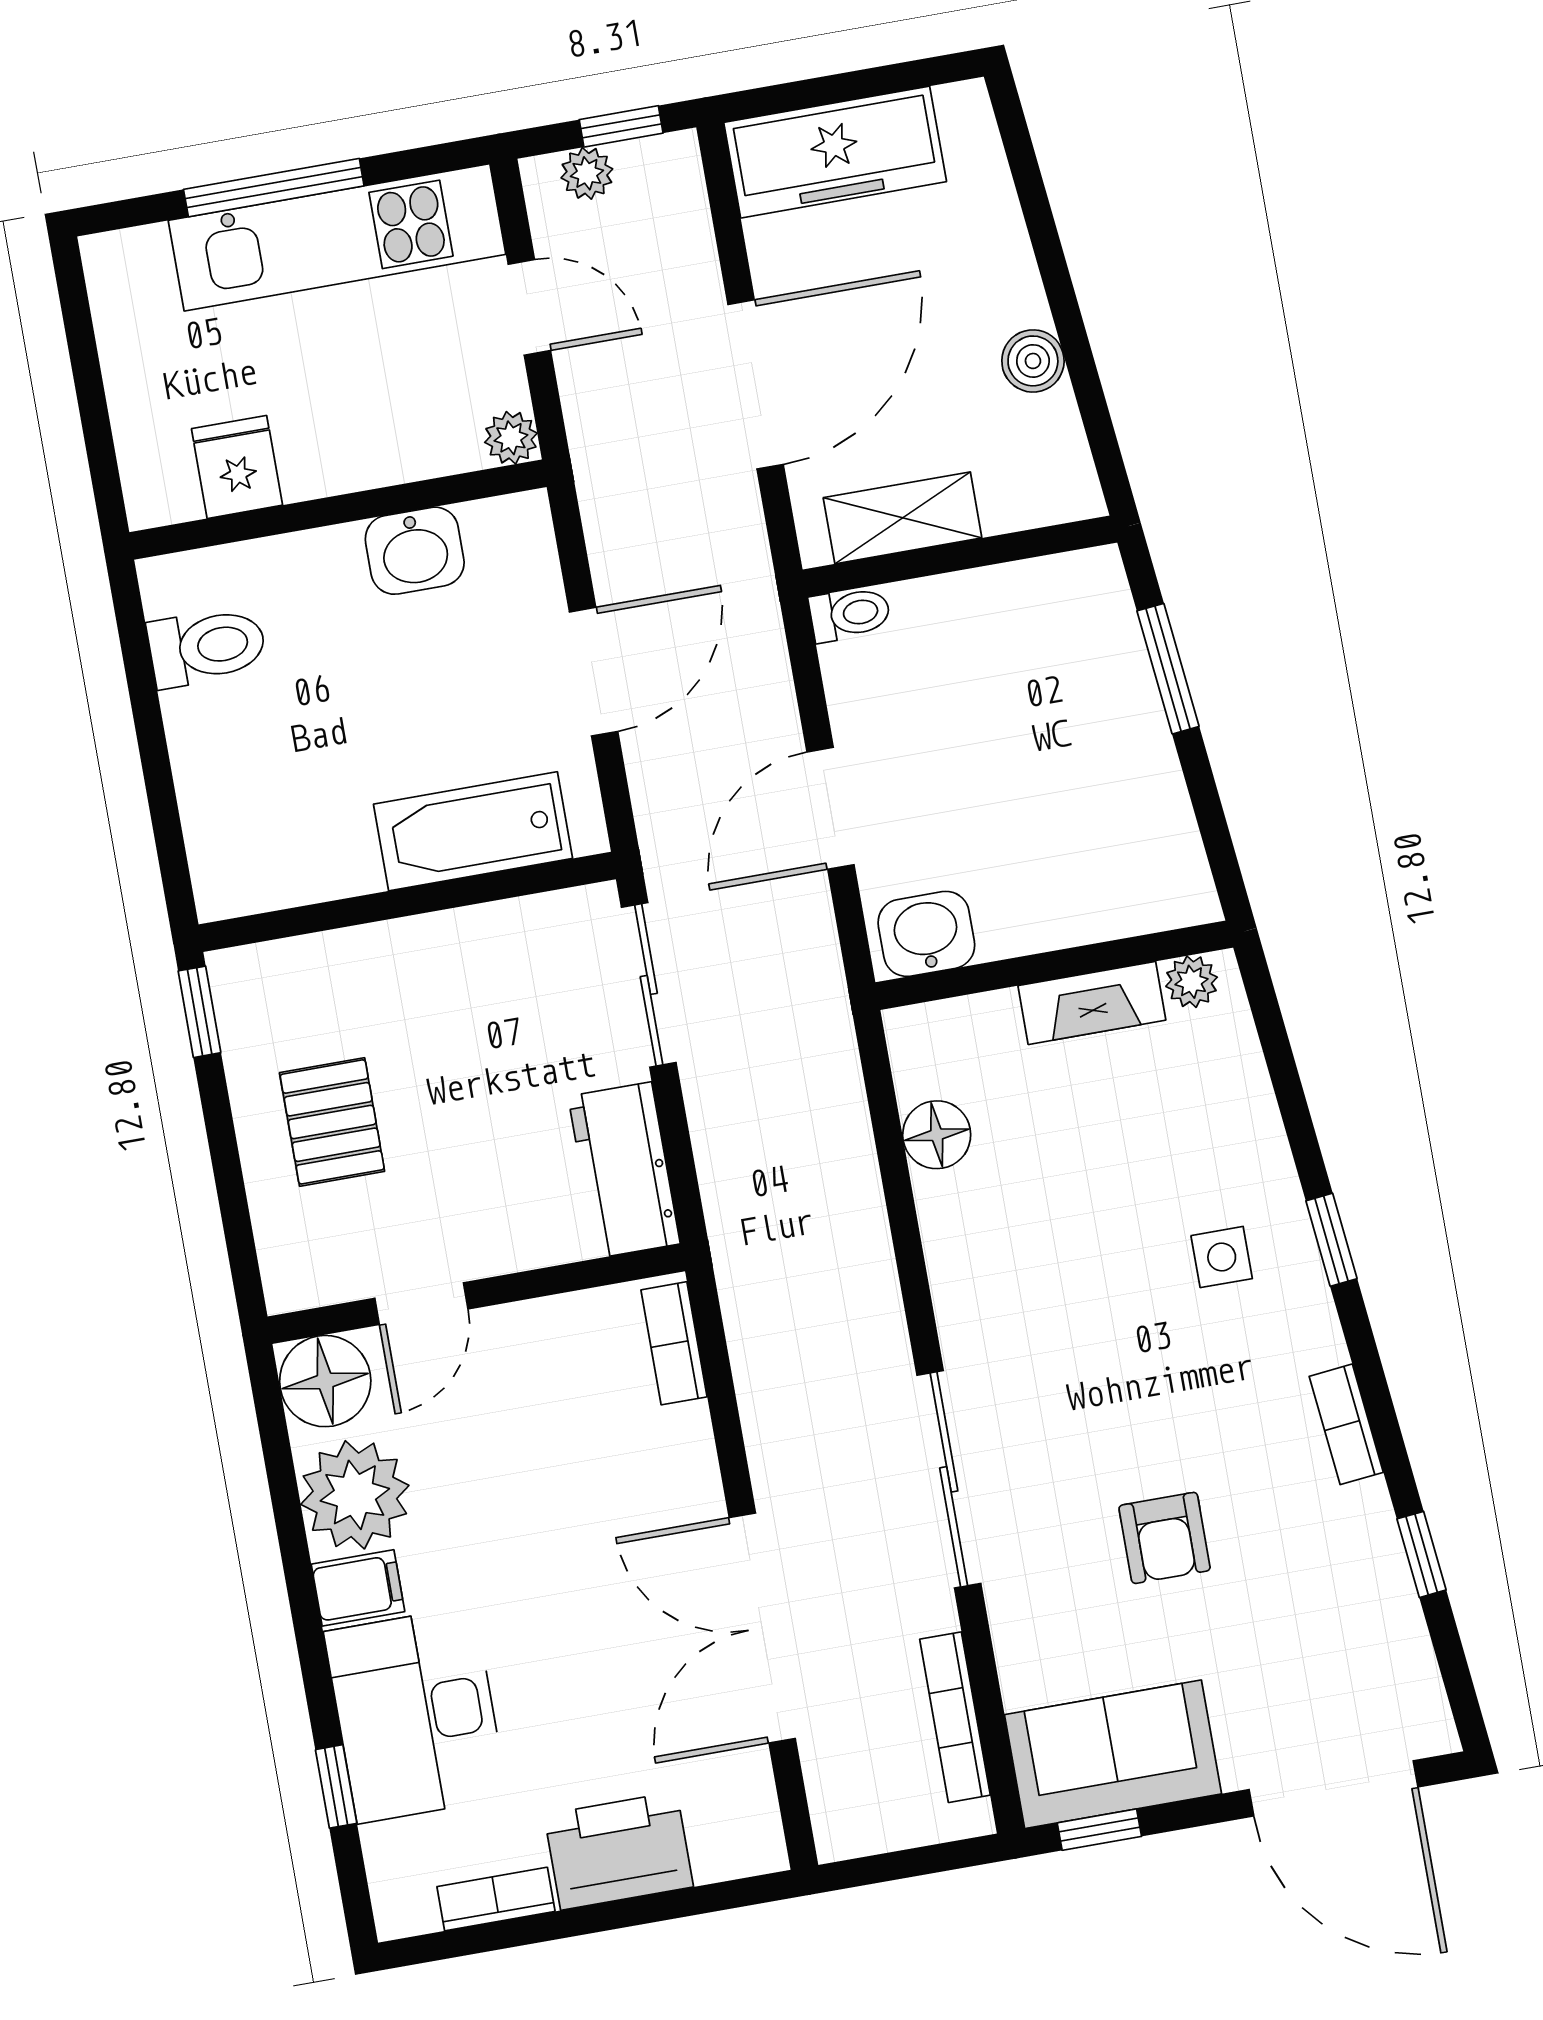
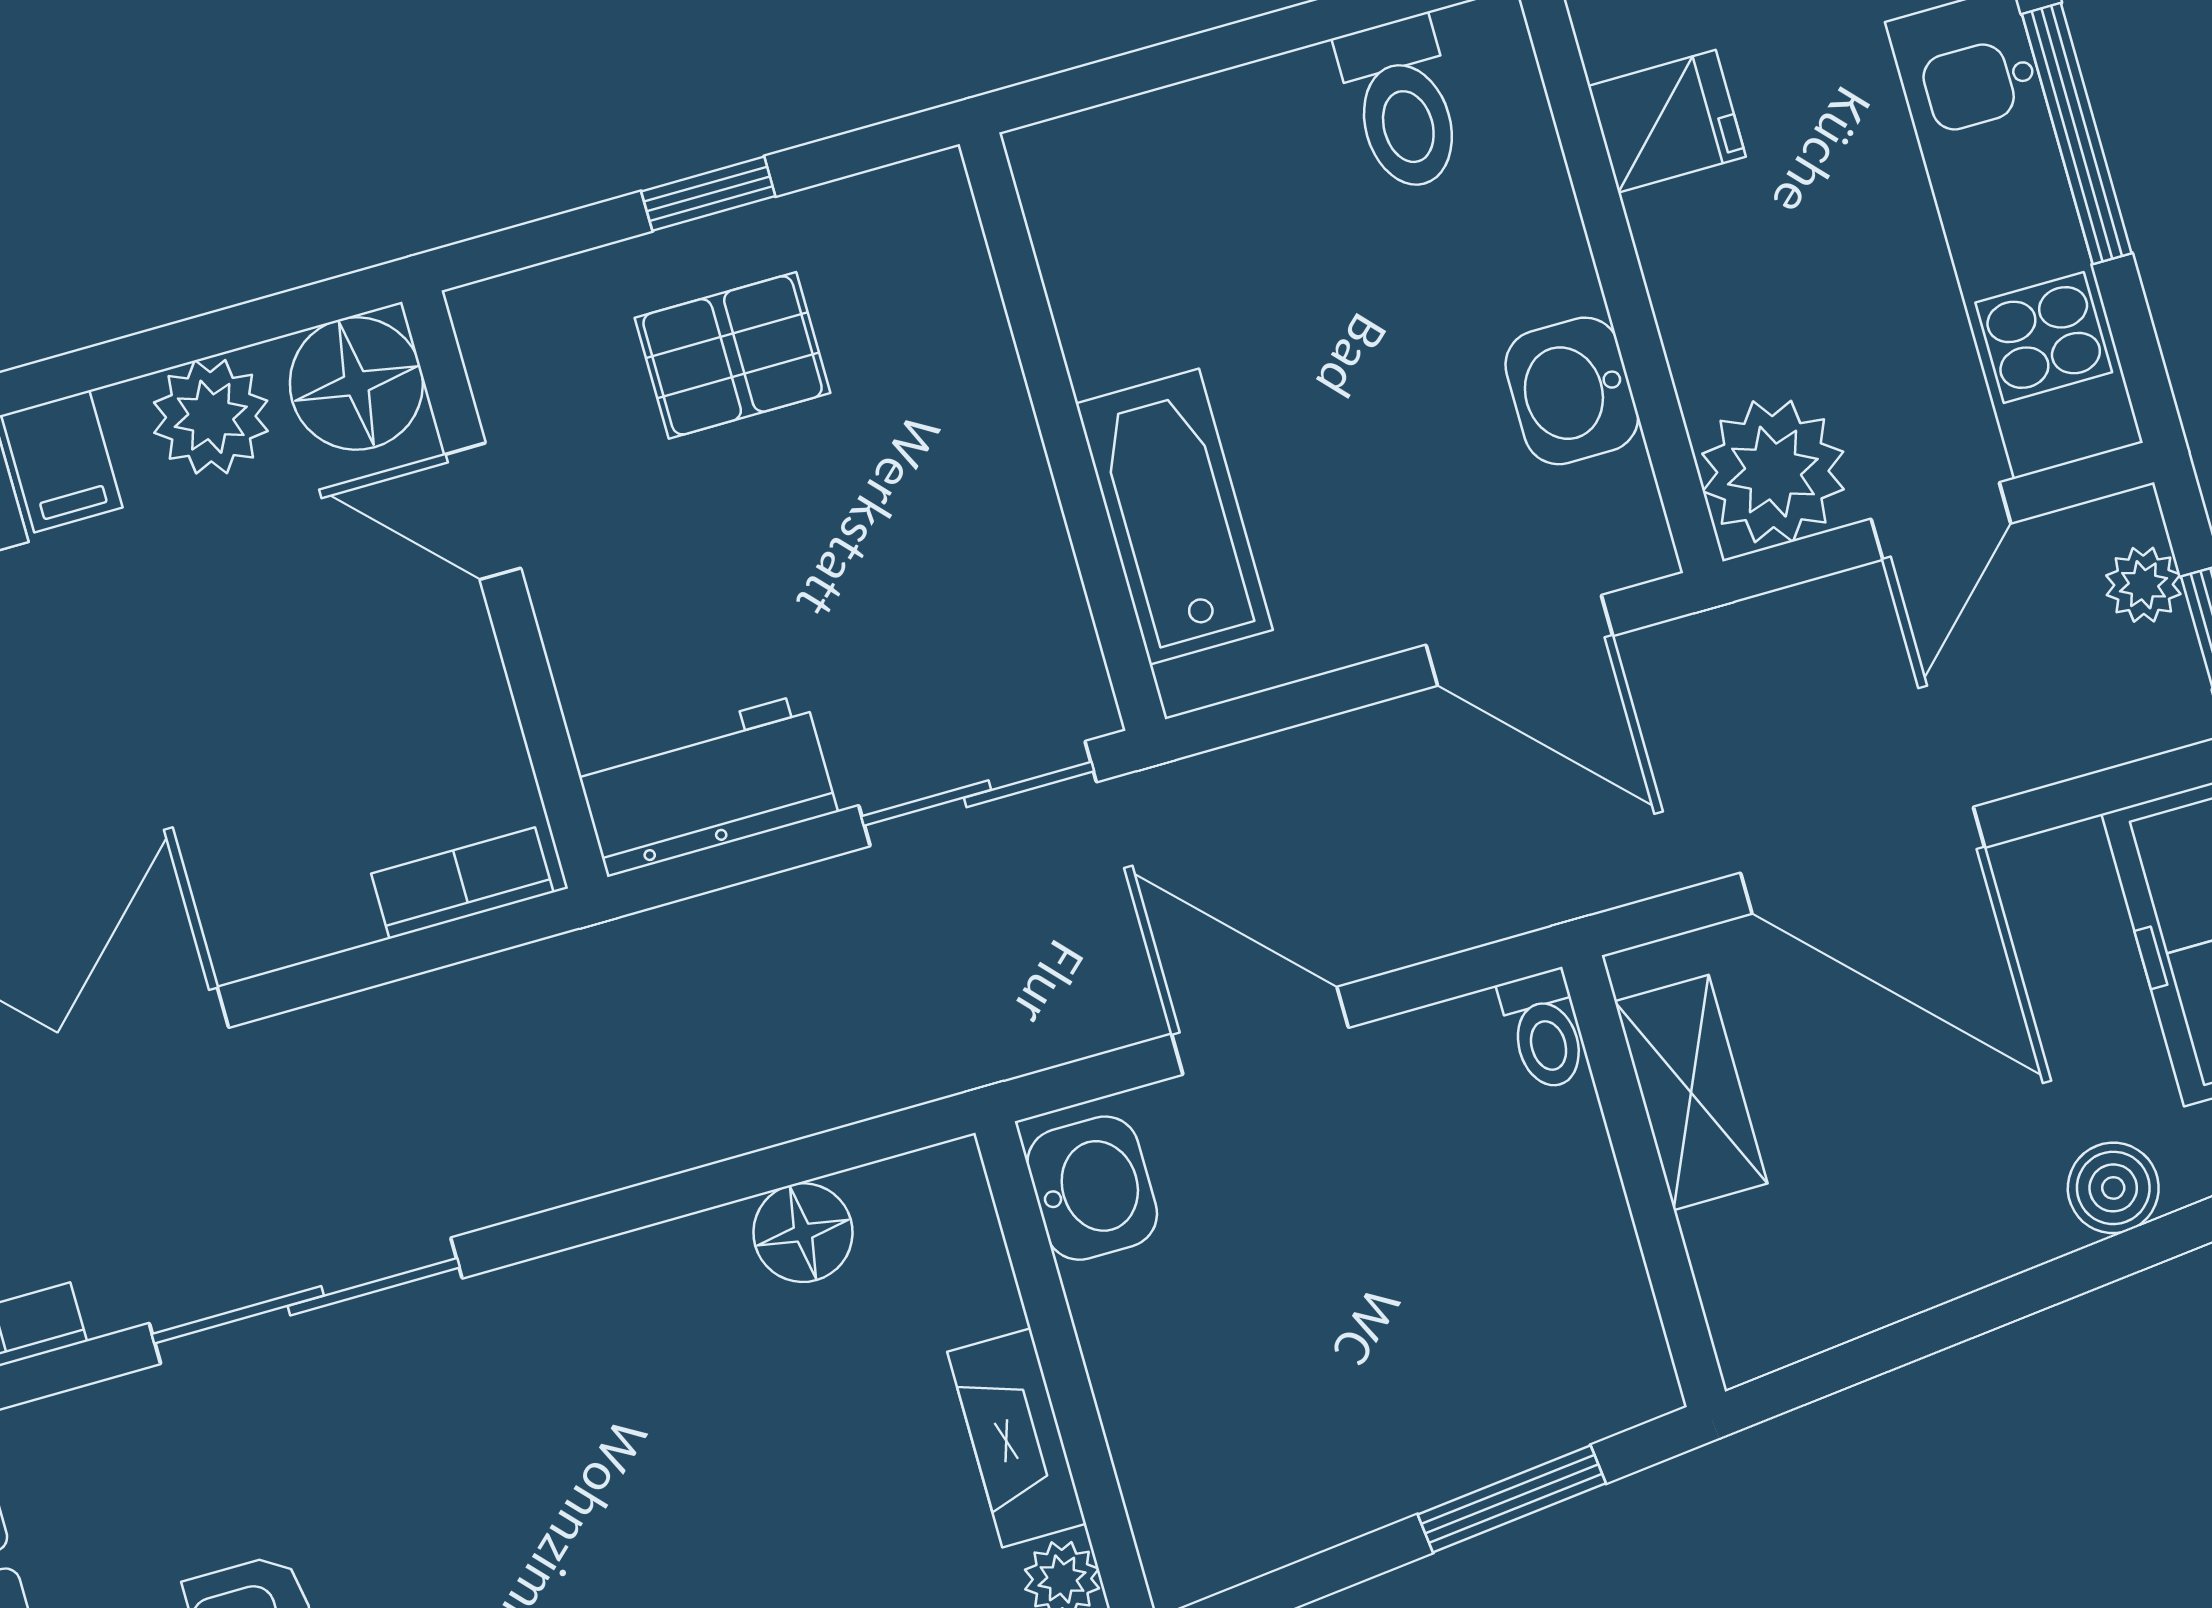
boiler: (1033, 361) -> (2113, 1188), moved
plant: (511, 438) -> (1773, 472), width x1.87, depth x1.87
door: (594, 672) -> (1519, 640), moved
window: (200, 1012) -> (708, 194), moved
plant: (355, 1495) -> (211, 417), width x0.73, depth x0.73

